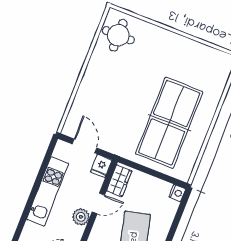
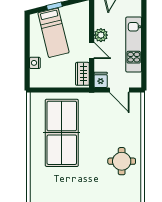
round table: (118, 35) -> (122, 161), moved
nightstand: (177, 193) -> (35, 63), moved
door: (98, 203) -> (92, 51), swing flipped

